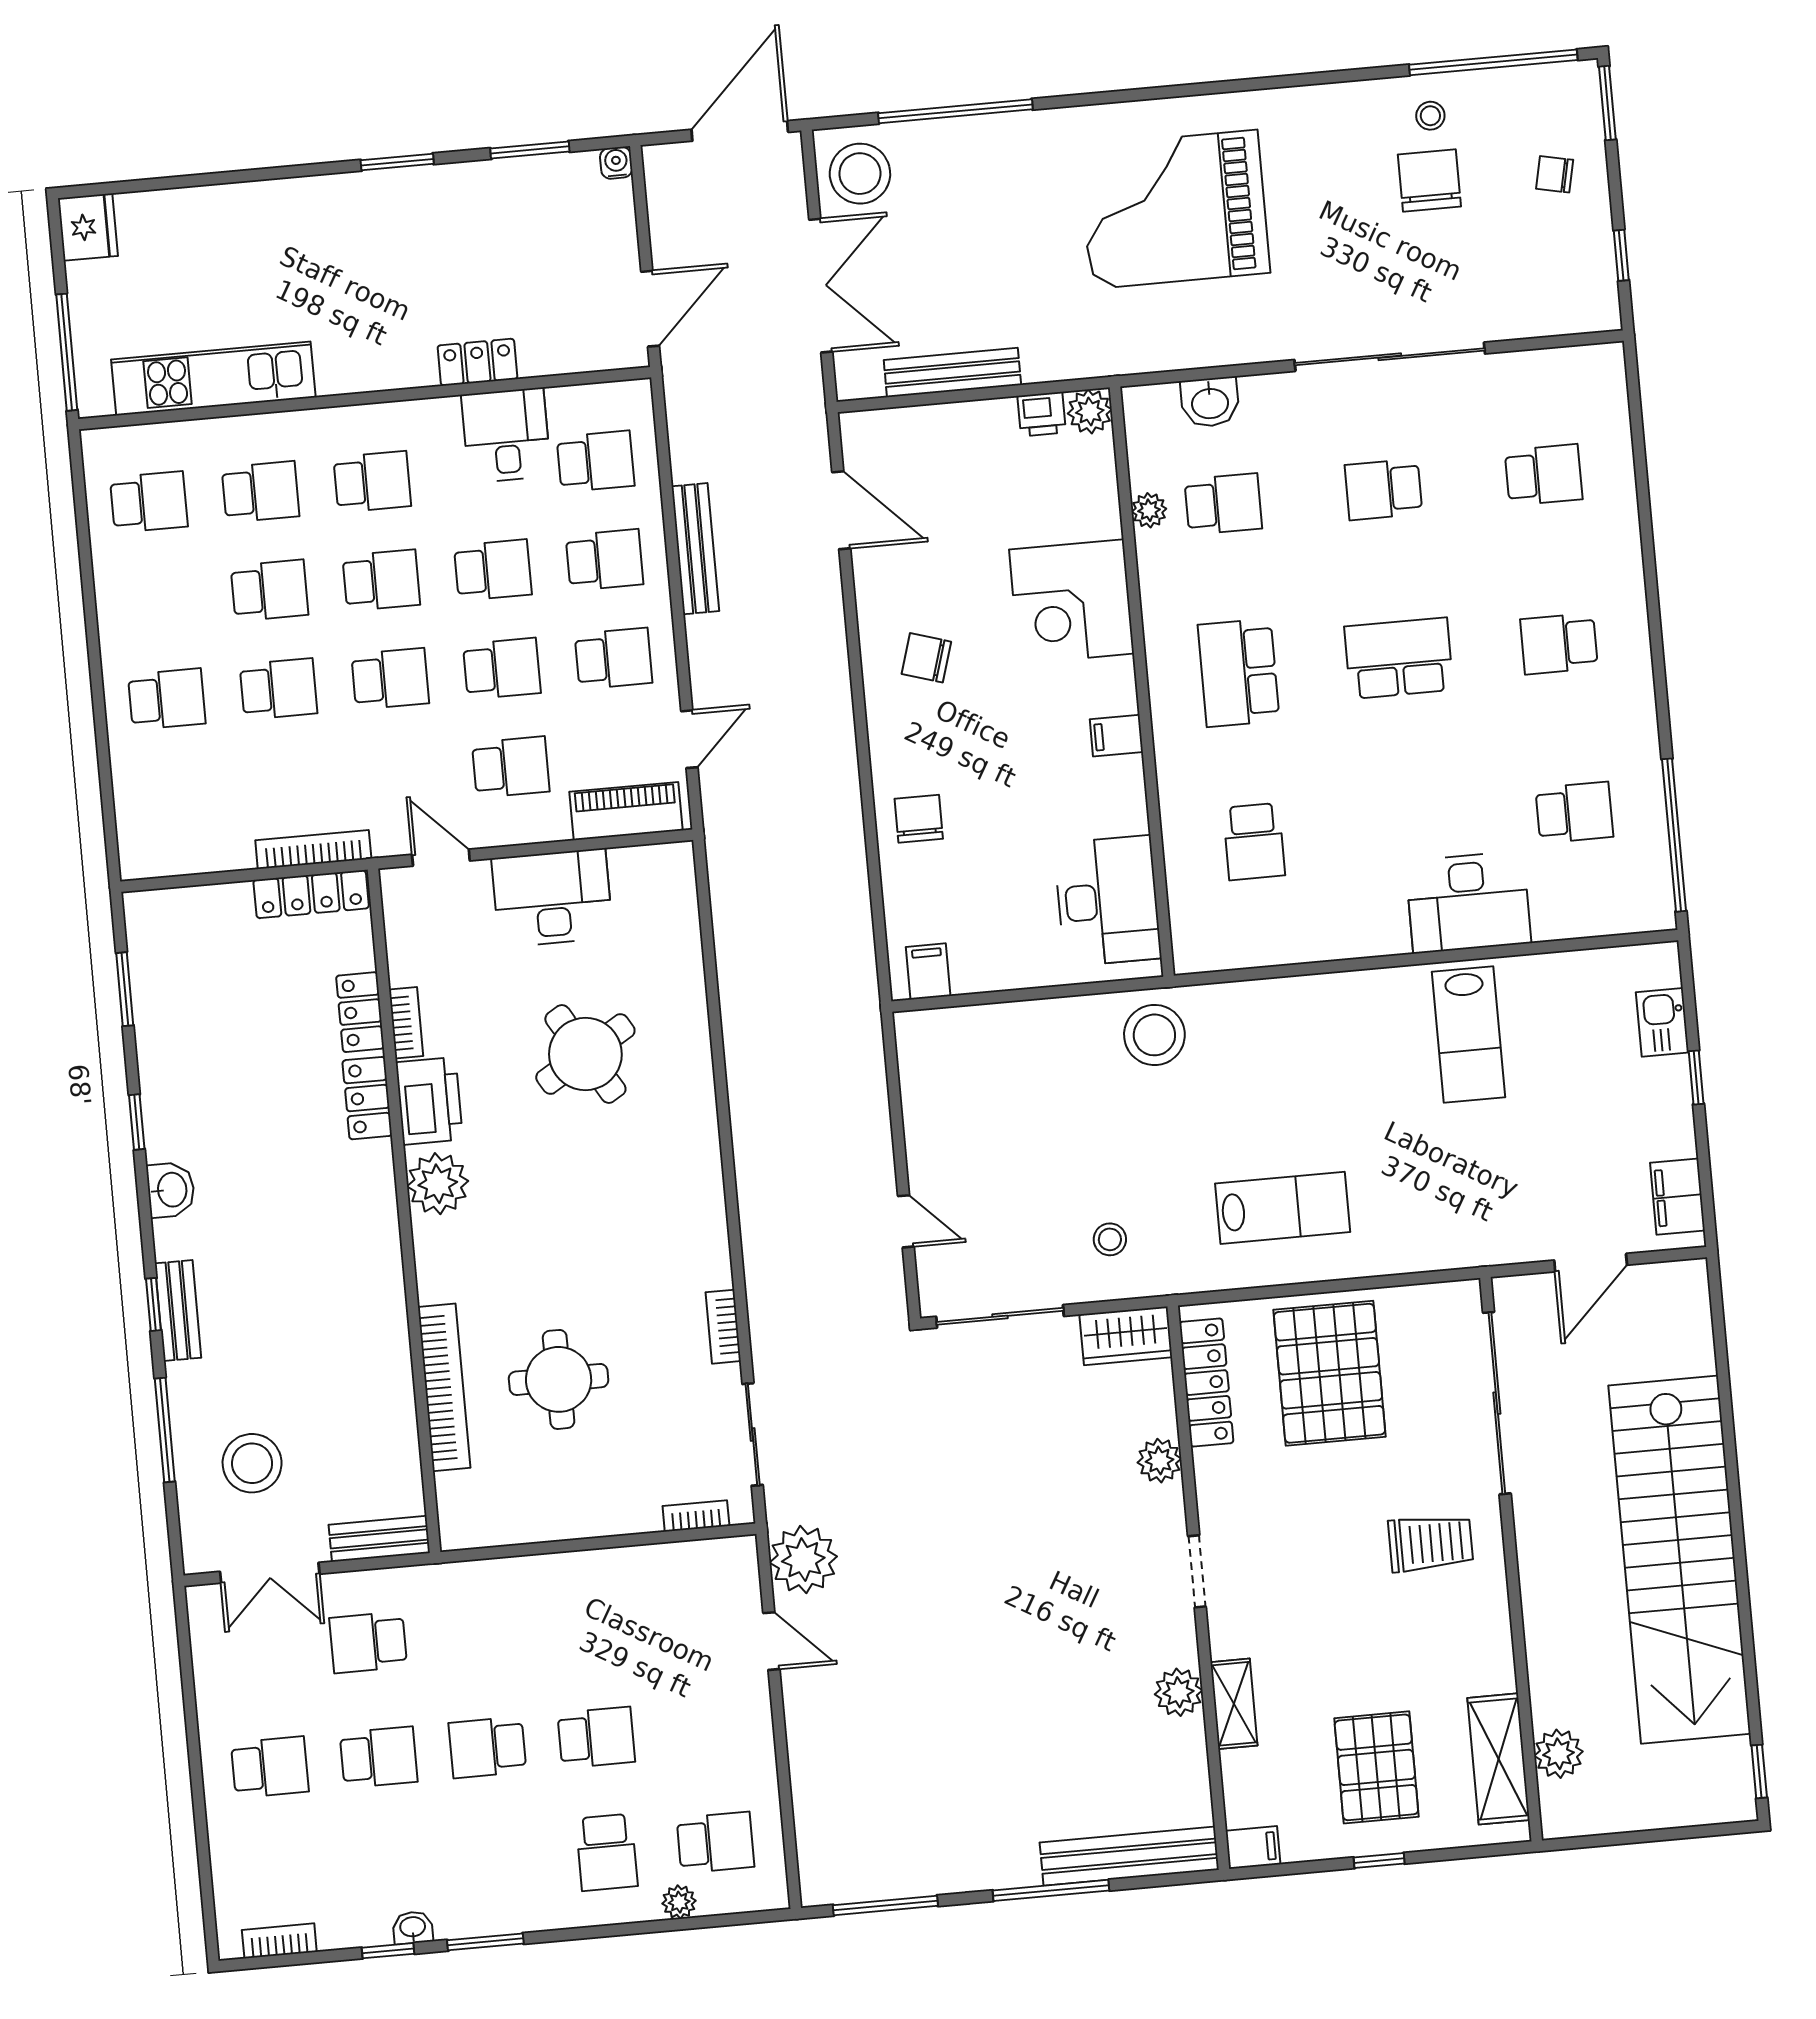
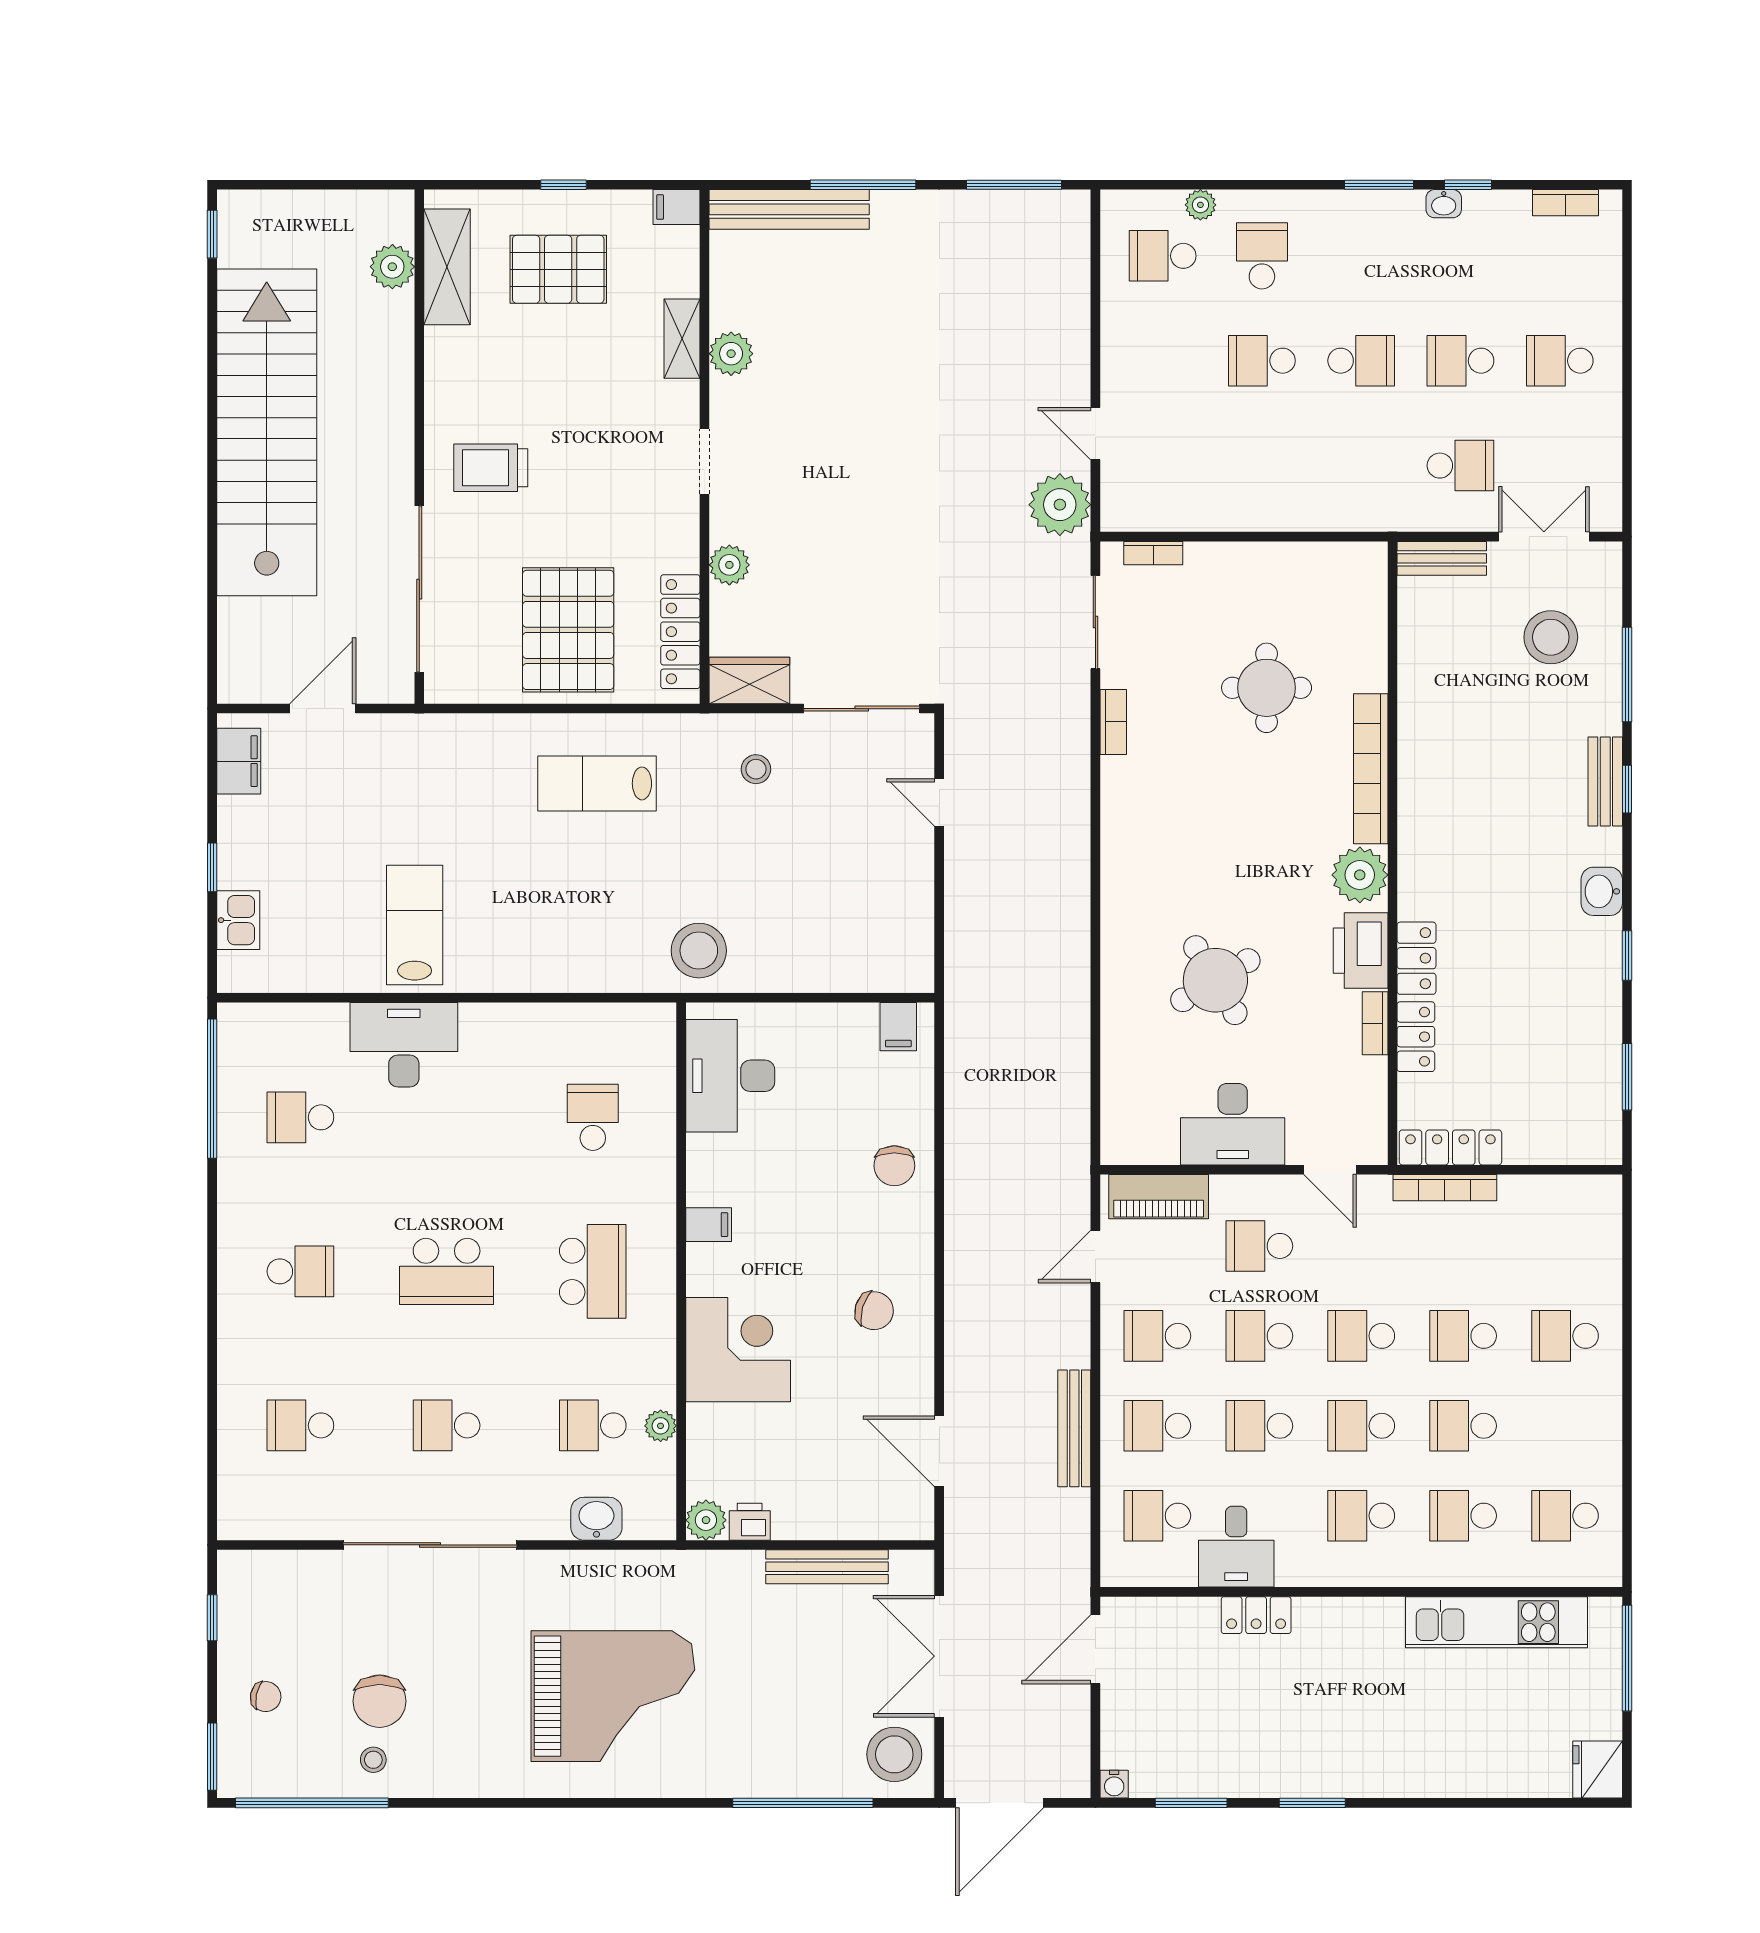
school desk: (1383, 489) -> (447, 1425), turned 180
bookcase: (444, 1387) -> (1371, 769), moved
pallet: (1376, 1767) -> (558, 269), turned 90

